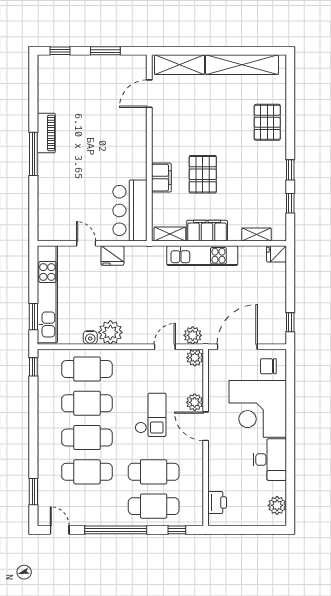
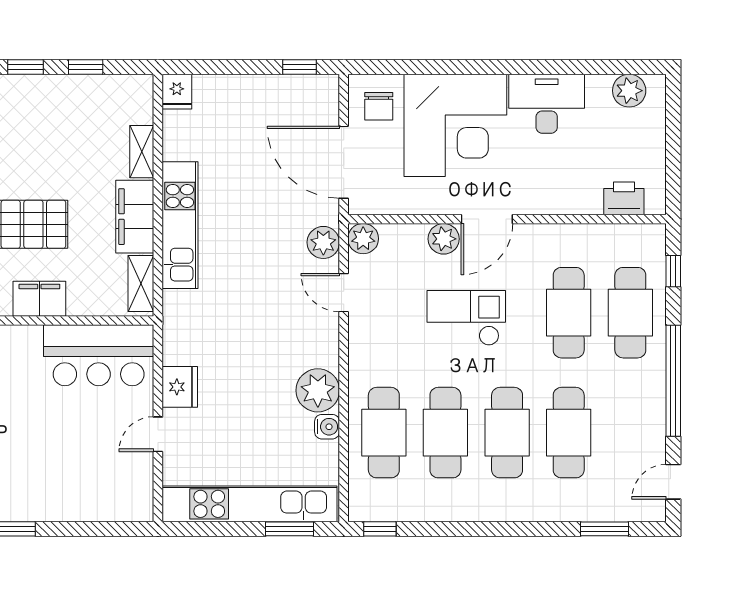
shelving: (257, 234) -> (142, 152), moved

